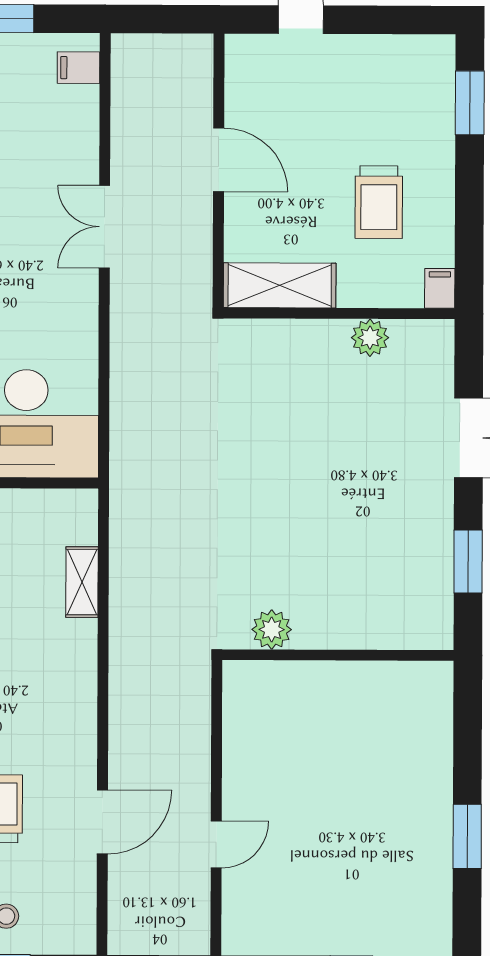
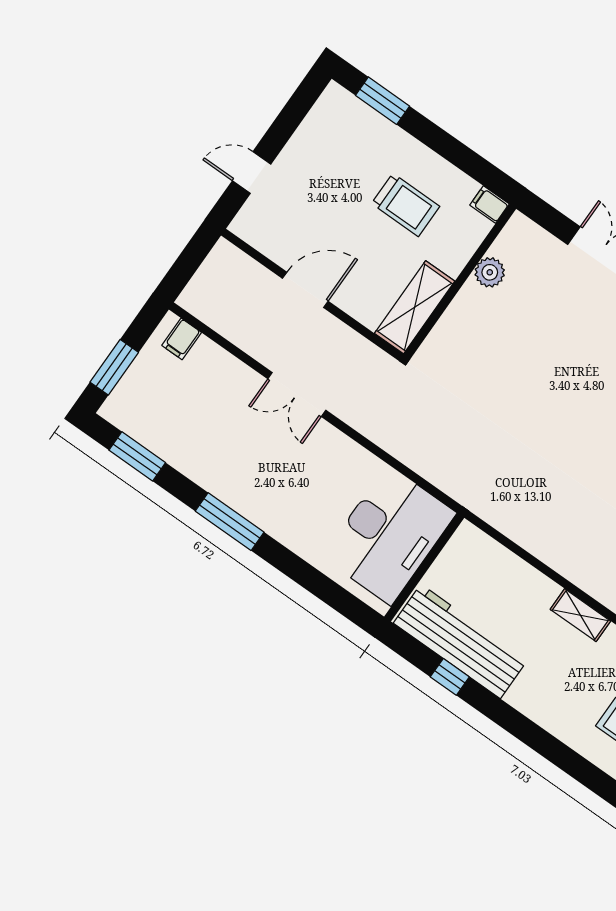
shelving: (82, 582) -> (580, 615), moved

